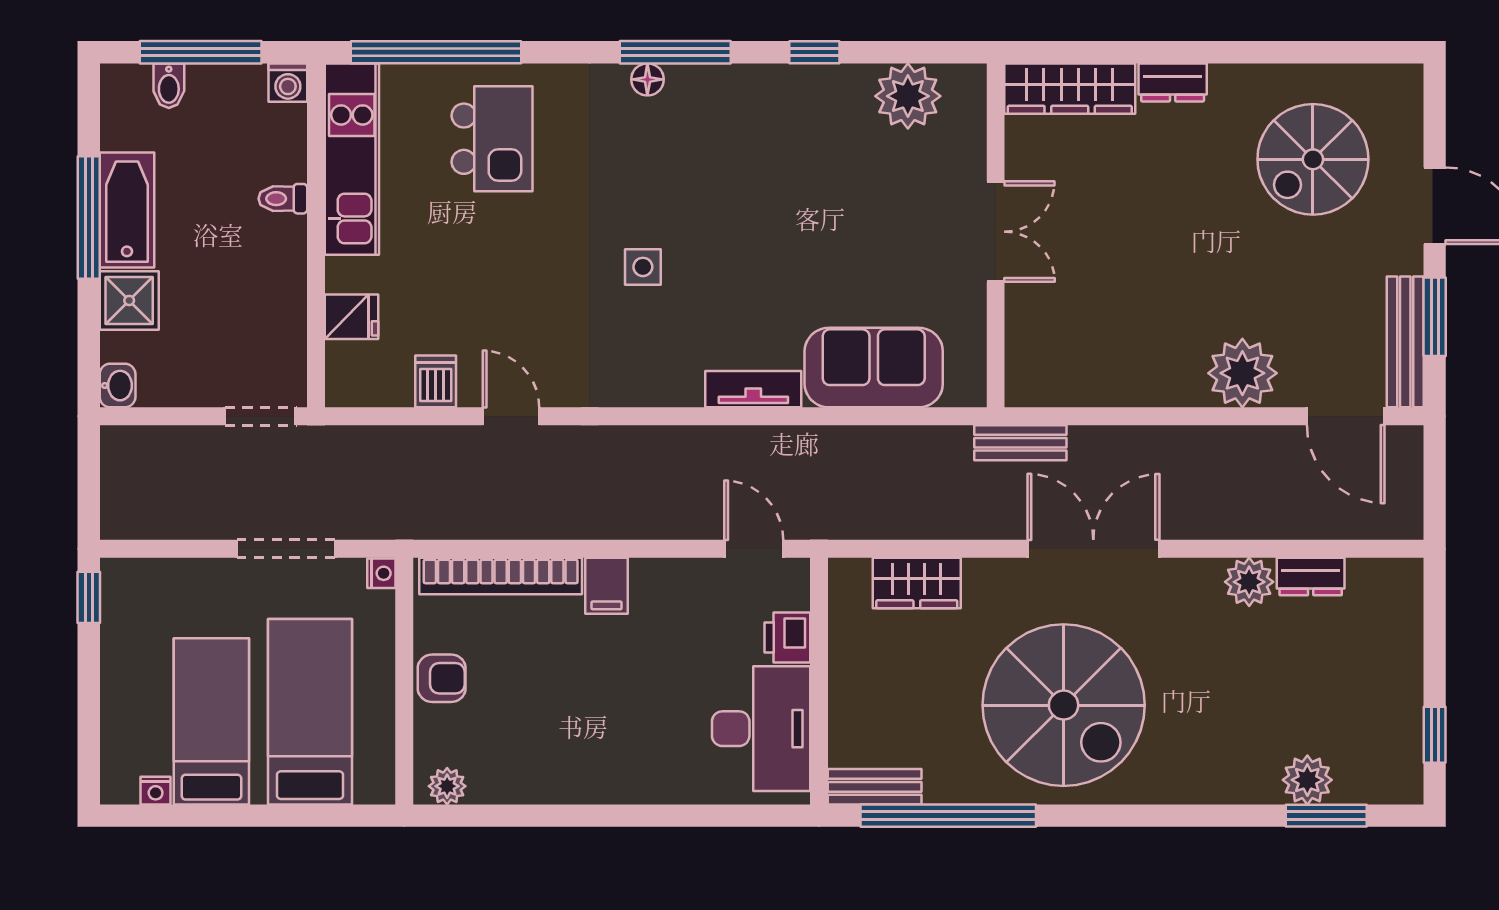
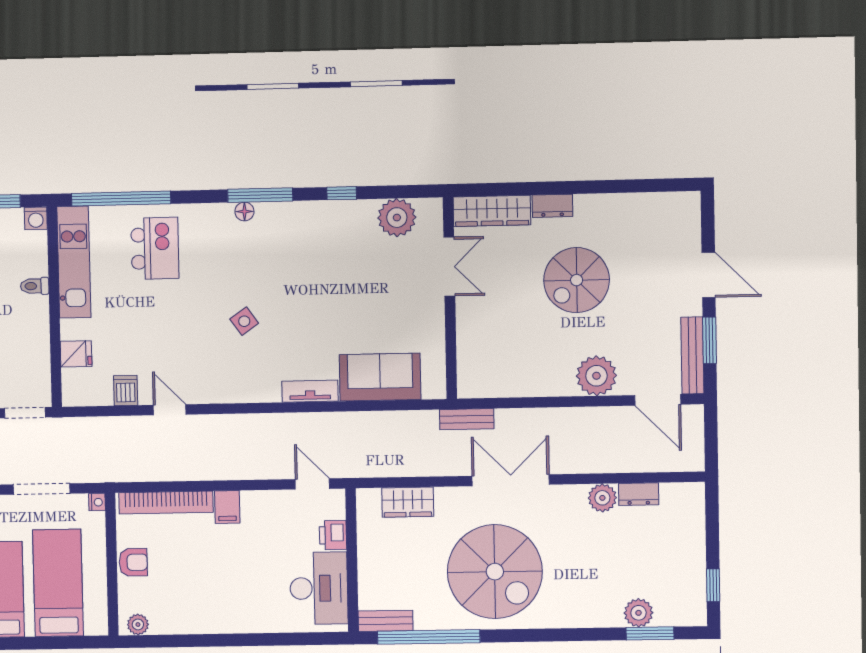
spiral stairs: (1313, 159) -> (577, 280), moved
double door: (996, 232) -> (449, 267), moved
side table: (643, 267) -> (244, 321), turned -35

